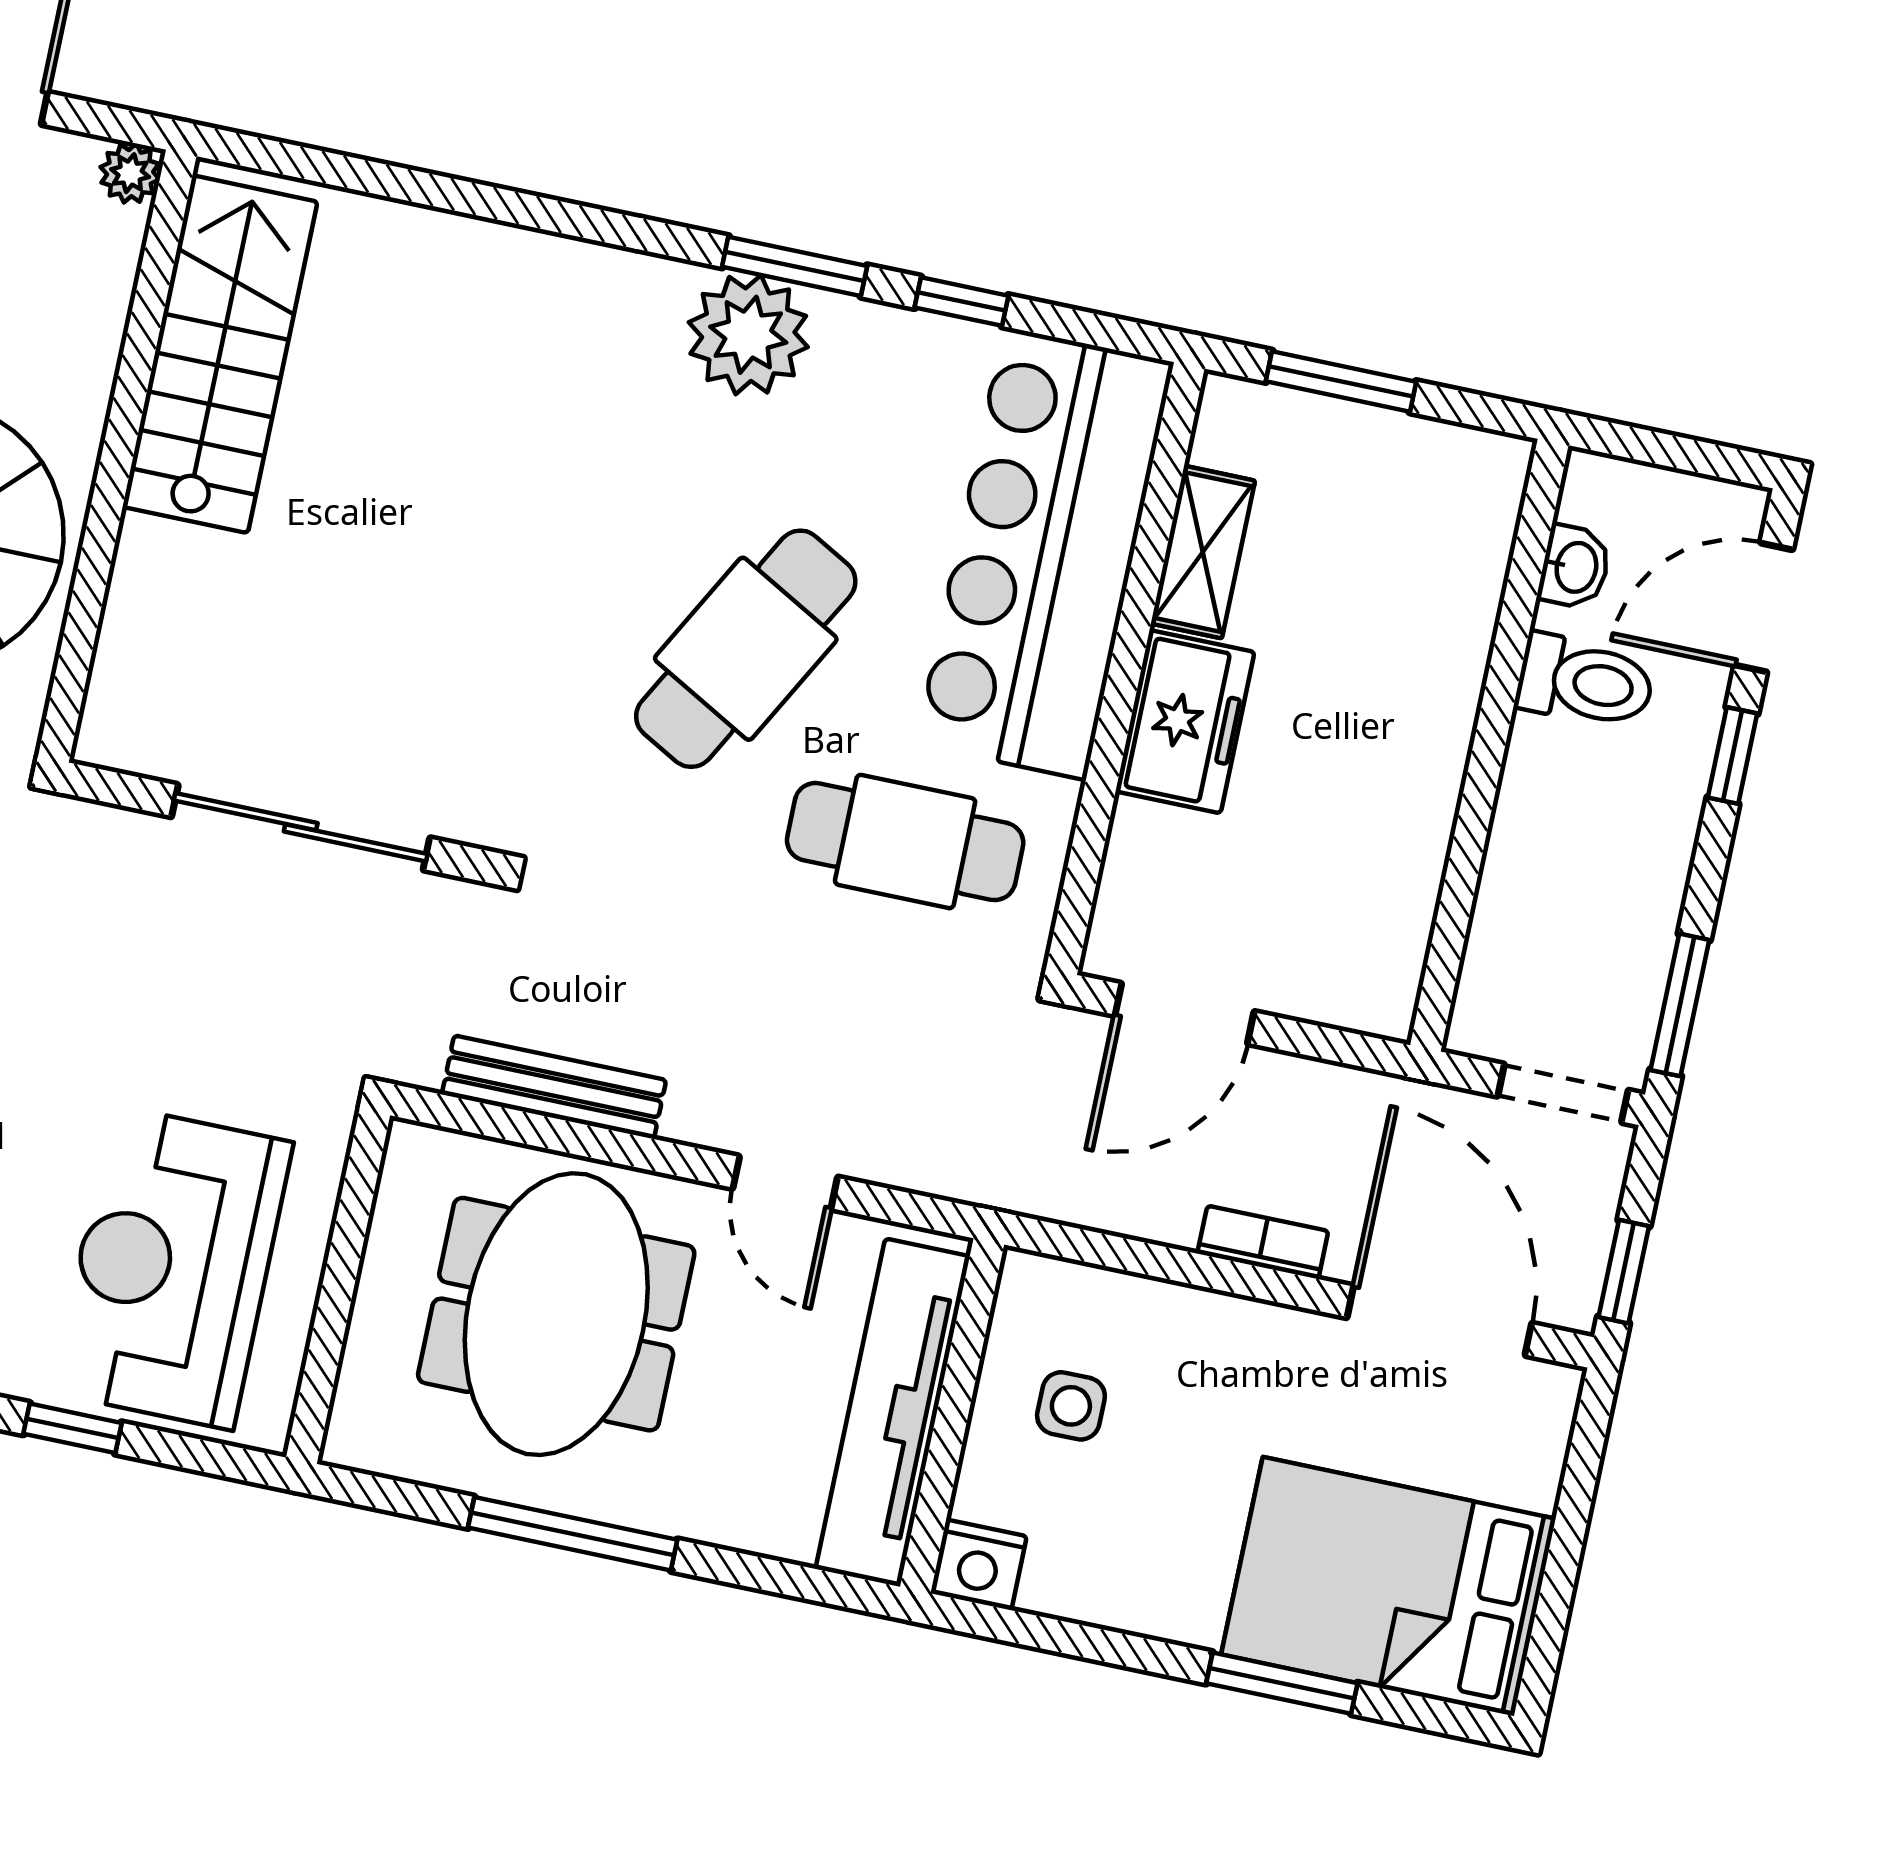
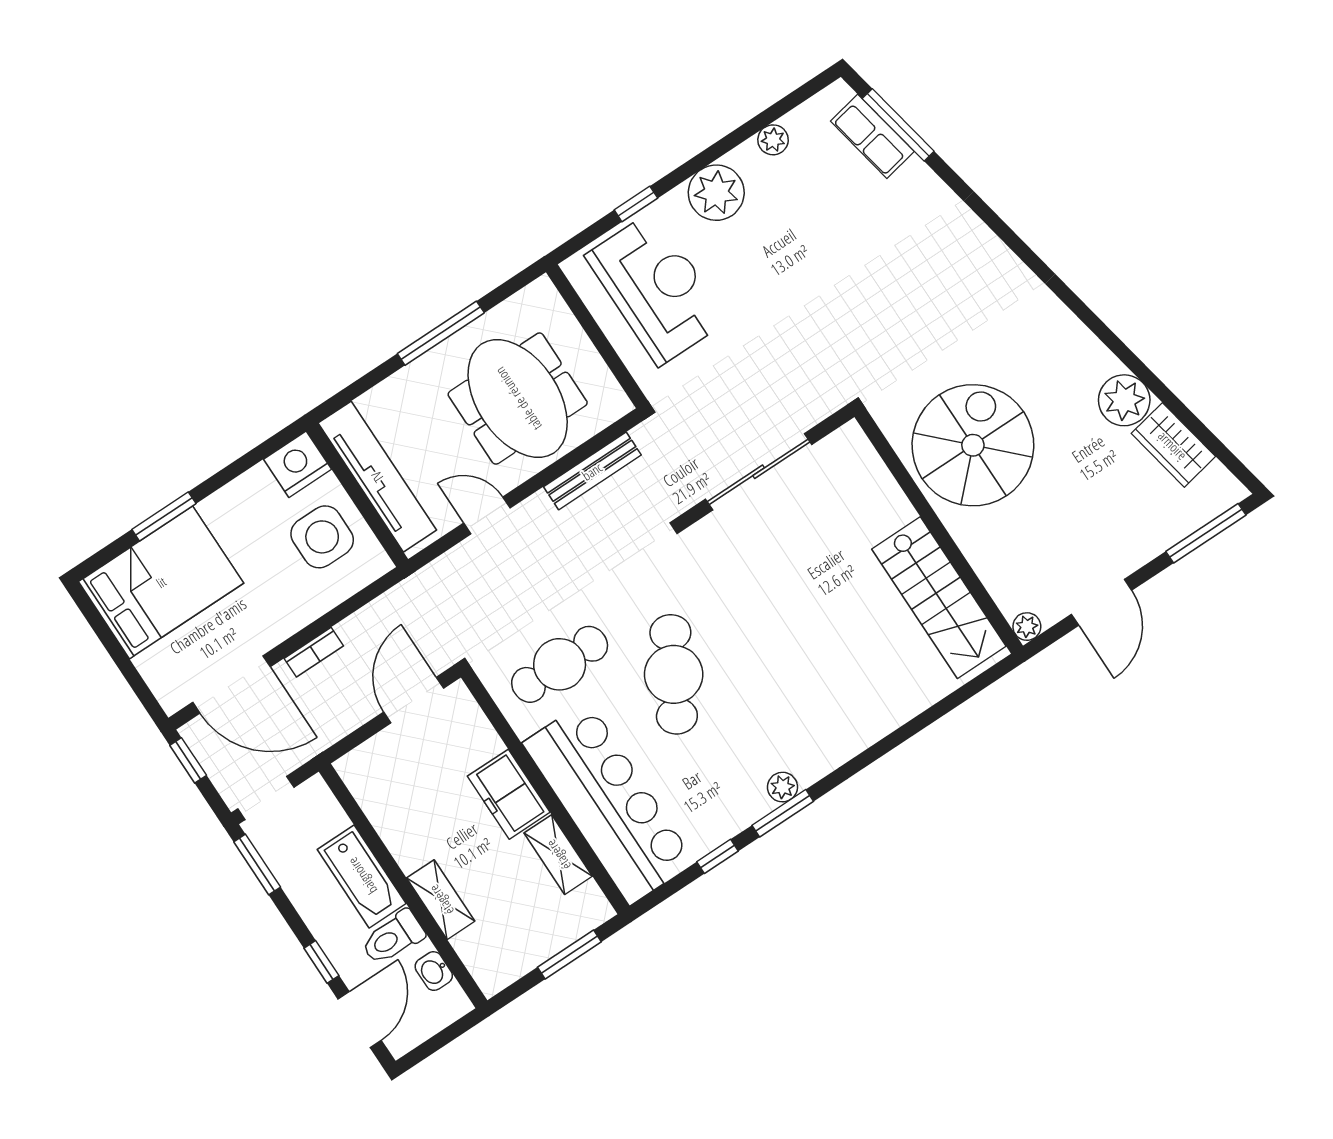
plant: (748, 335) -> (783, 787), width x0.53, depth x0.53
shelving: (1453, 666) -> (441, 900), added
bathtub: (1538, 824) -> (362, 876), added
side table: (1071, 1406) -> (322, 537), width x1.87, depth x1.87
nightstand: (979, 1565) -> (297, 464), width x1.36, depth x1.33

